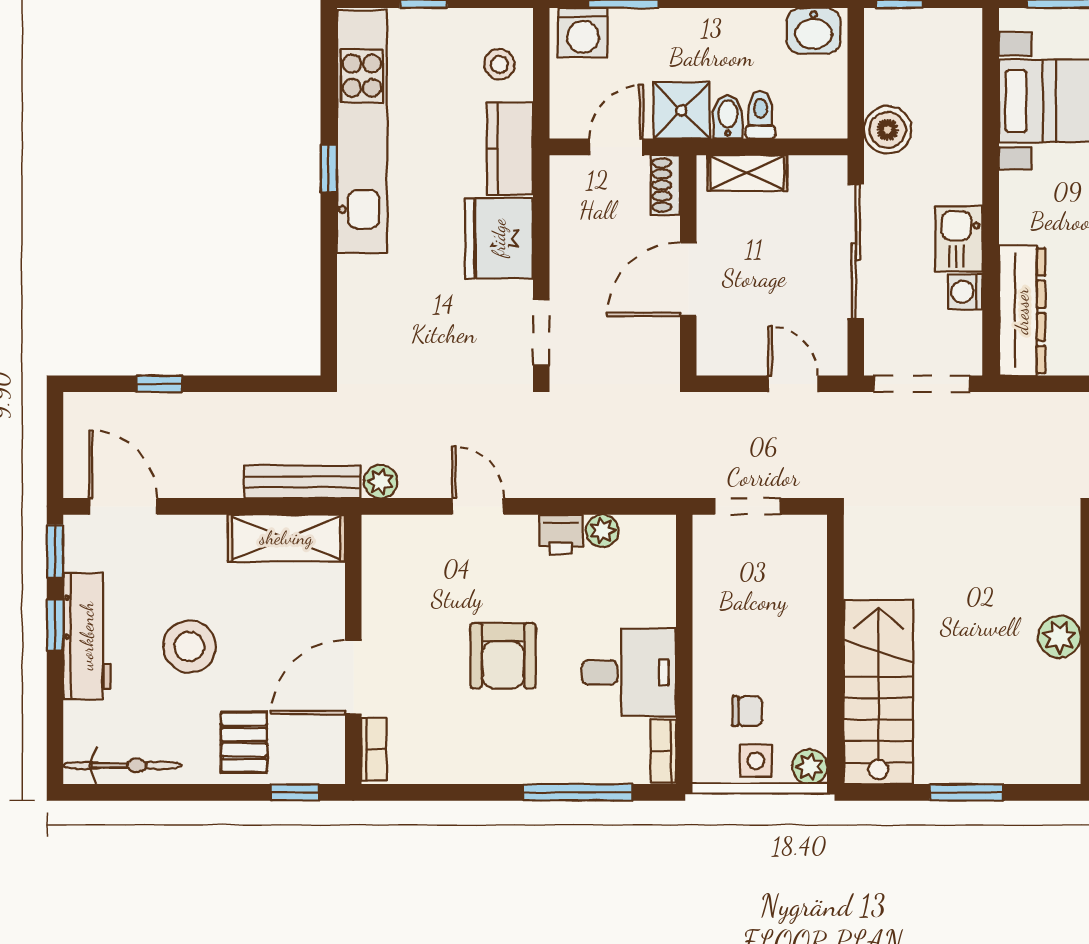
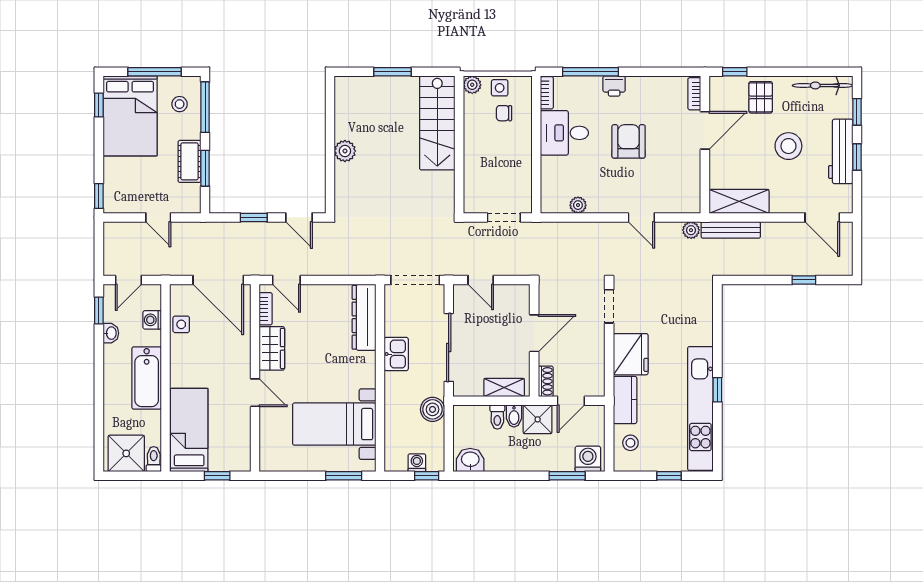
washing machine: (965, 292) -> (417, 463), moved, turned -90
printer: (561, 534) -> (614, 86), moved, turned 180
window: (55, 551) -> (857, 112), moved

